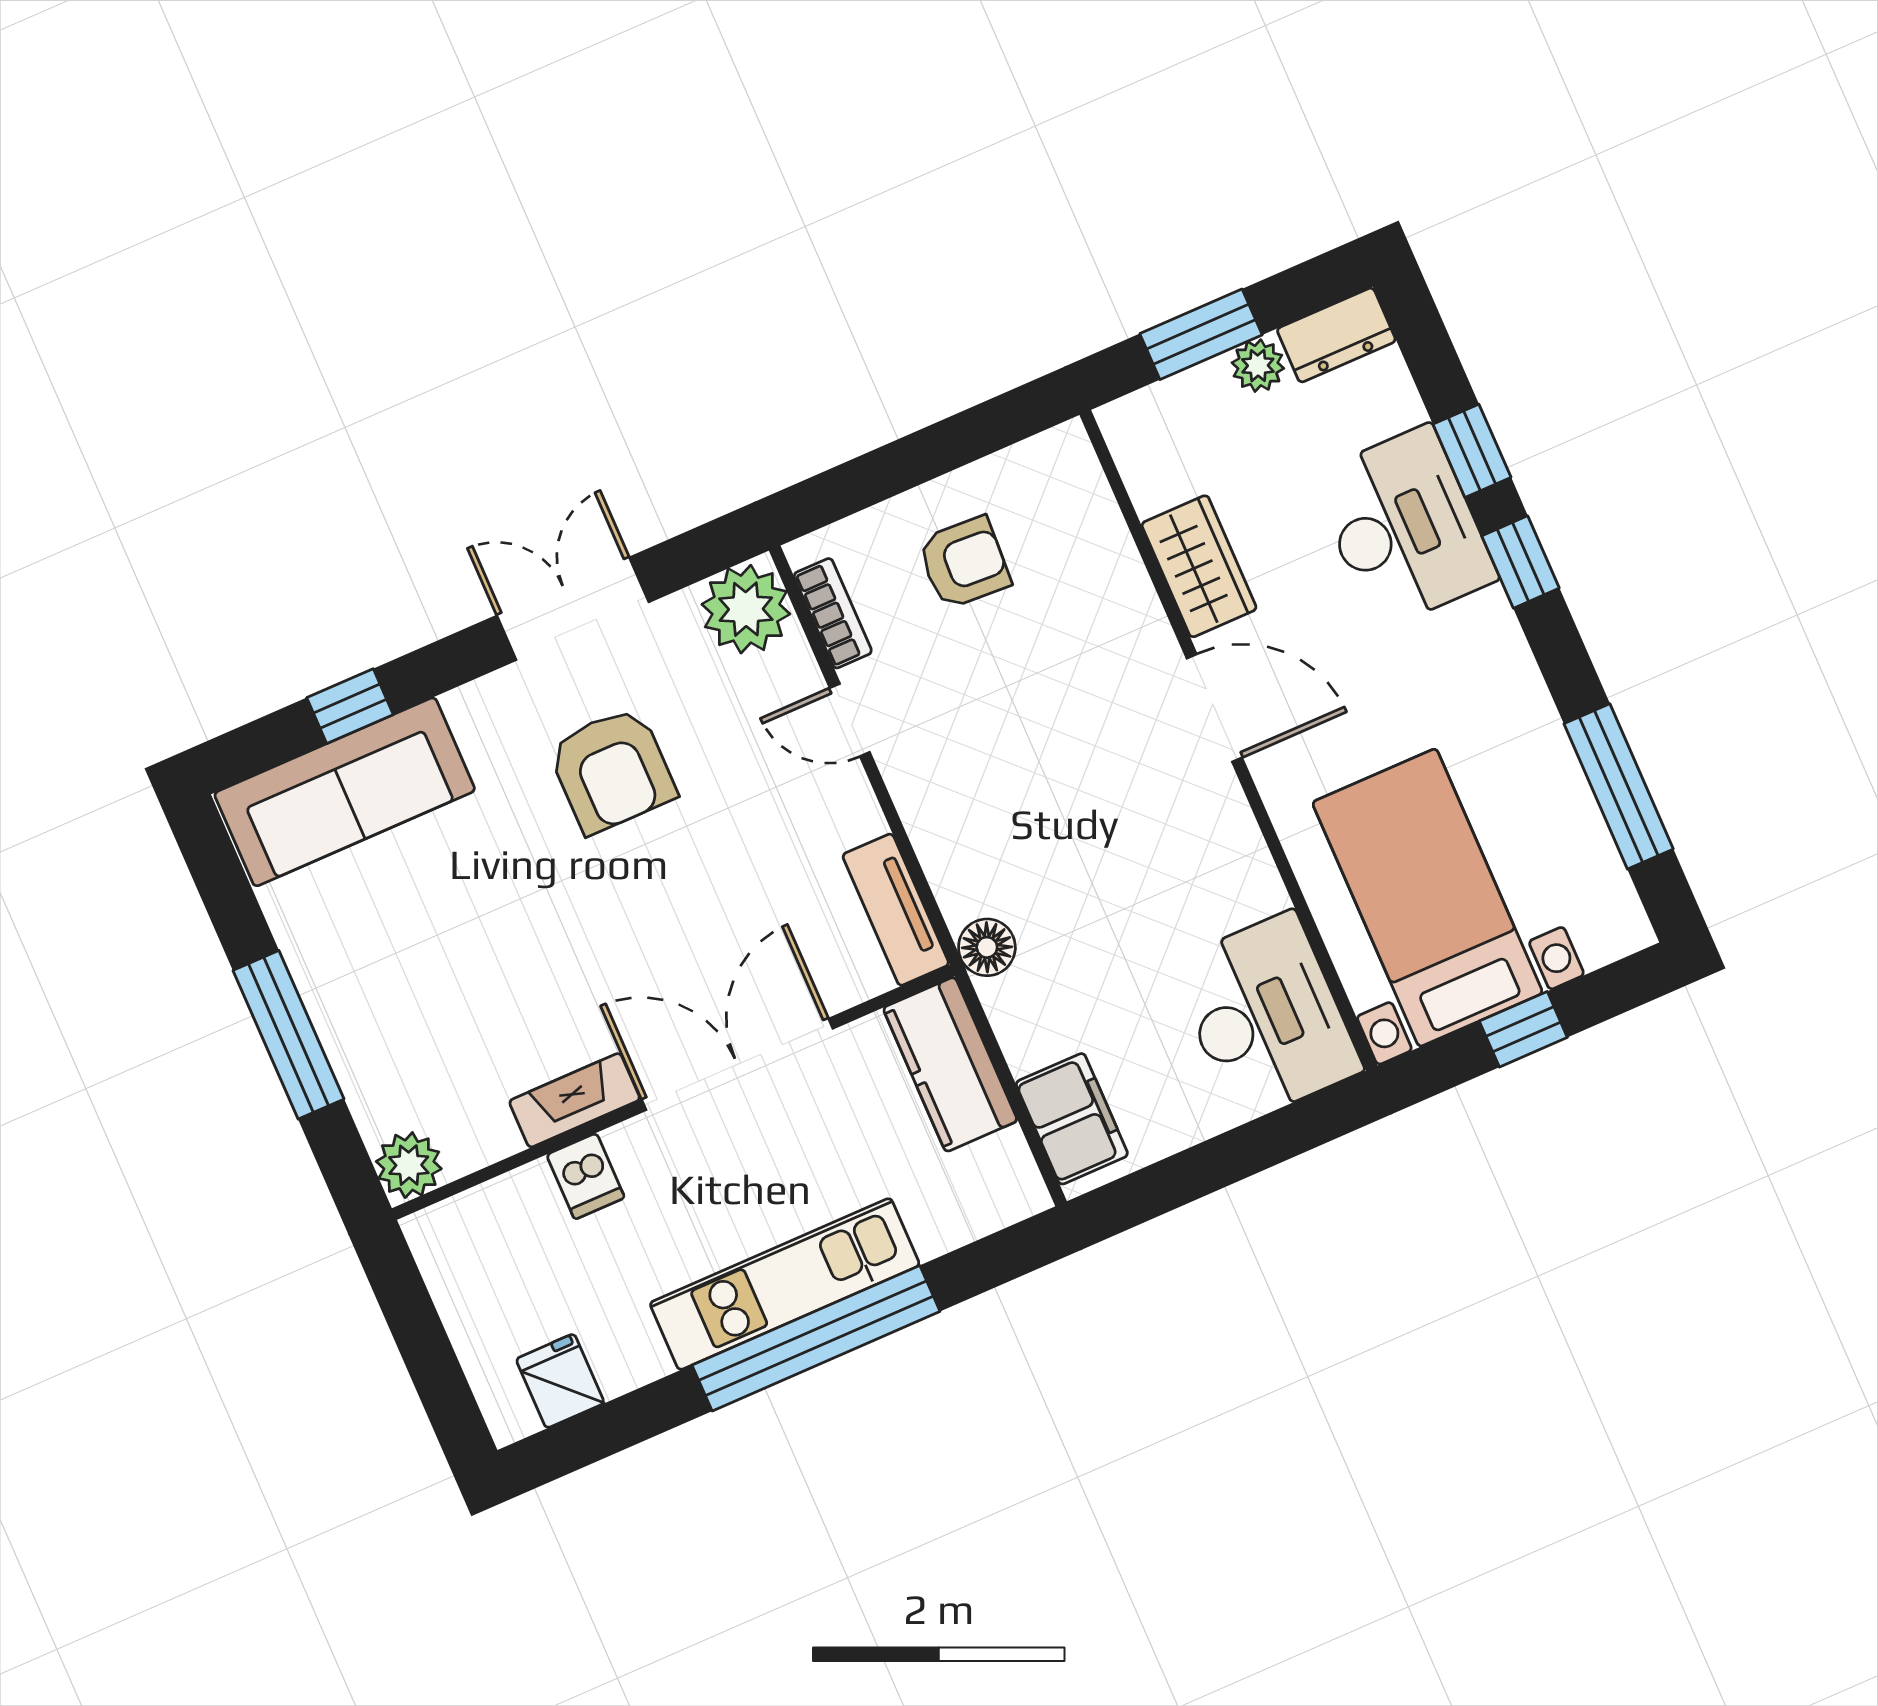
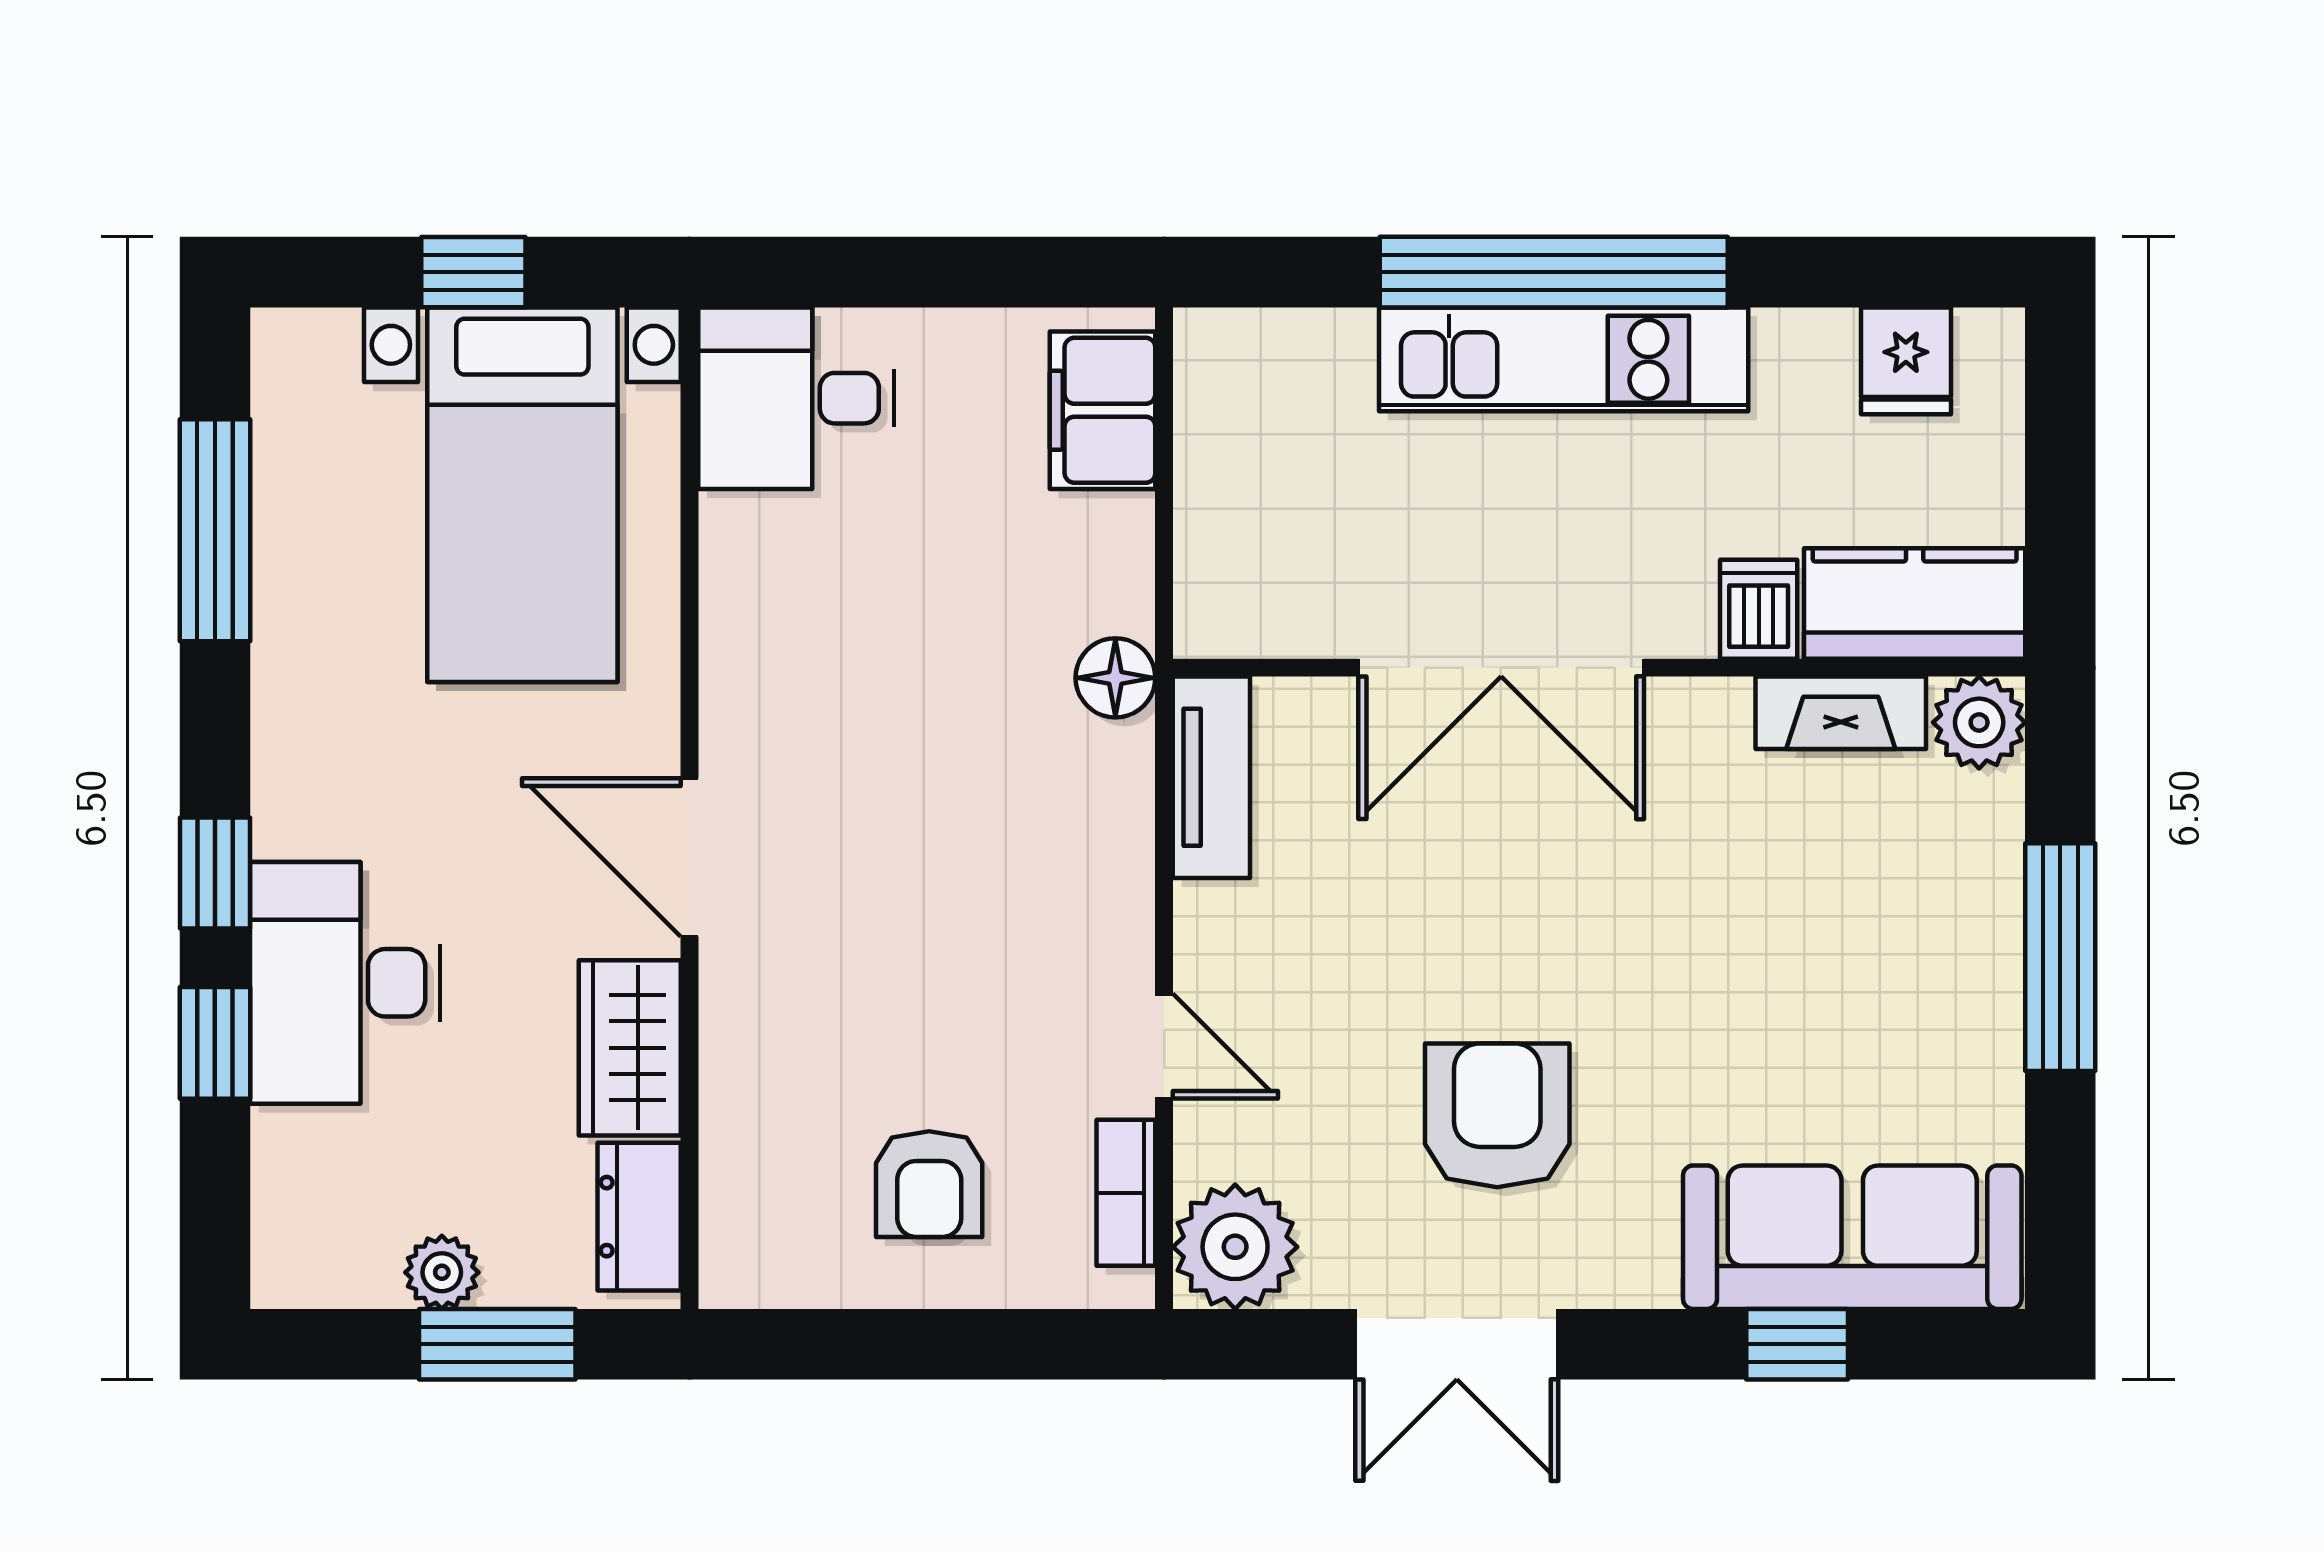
dresser: (1336, 335) -> (639, 1217), moved, turned -90
armchair: (964, 563) -> (929, 1184), turned -93
desk: (1266, 1017) -> (796, 398), width x0.73
kitchen counter: (950, 1064) -> (1915, 604), moved, turned -90
fireplace: (575, 1100) -> (1841, 713), moved

